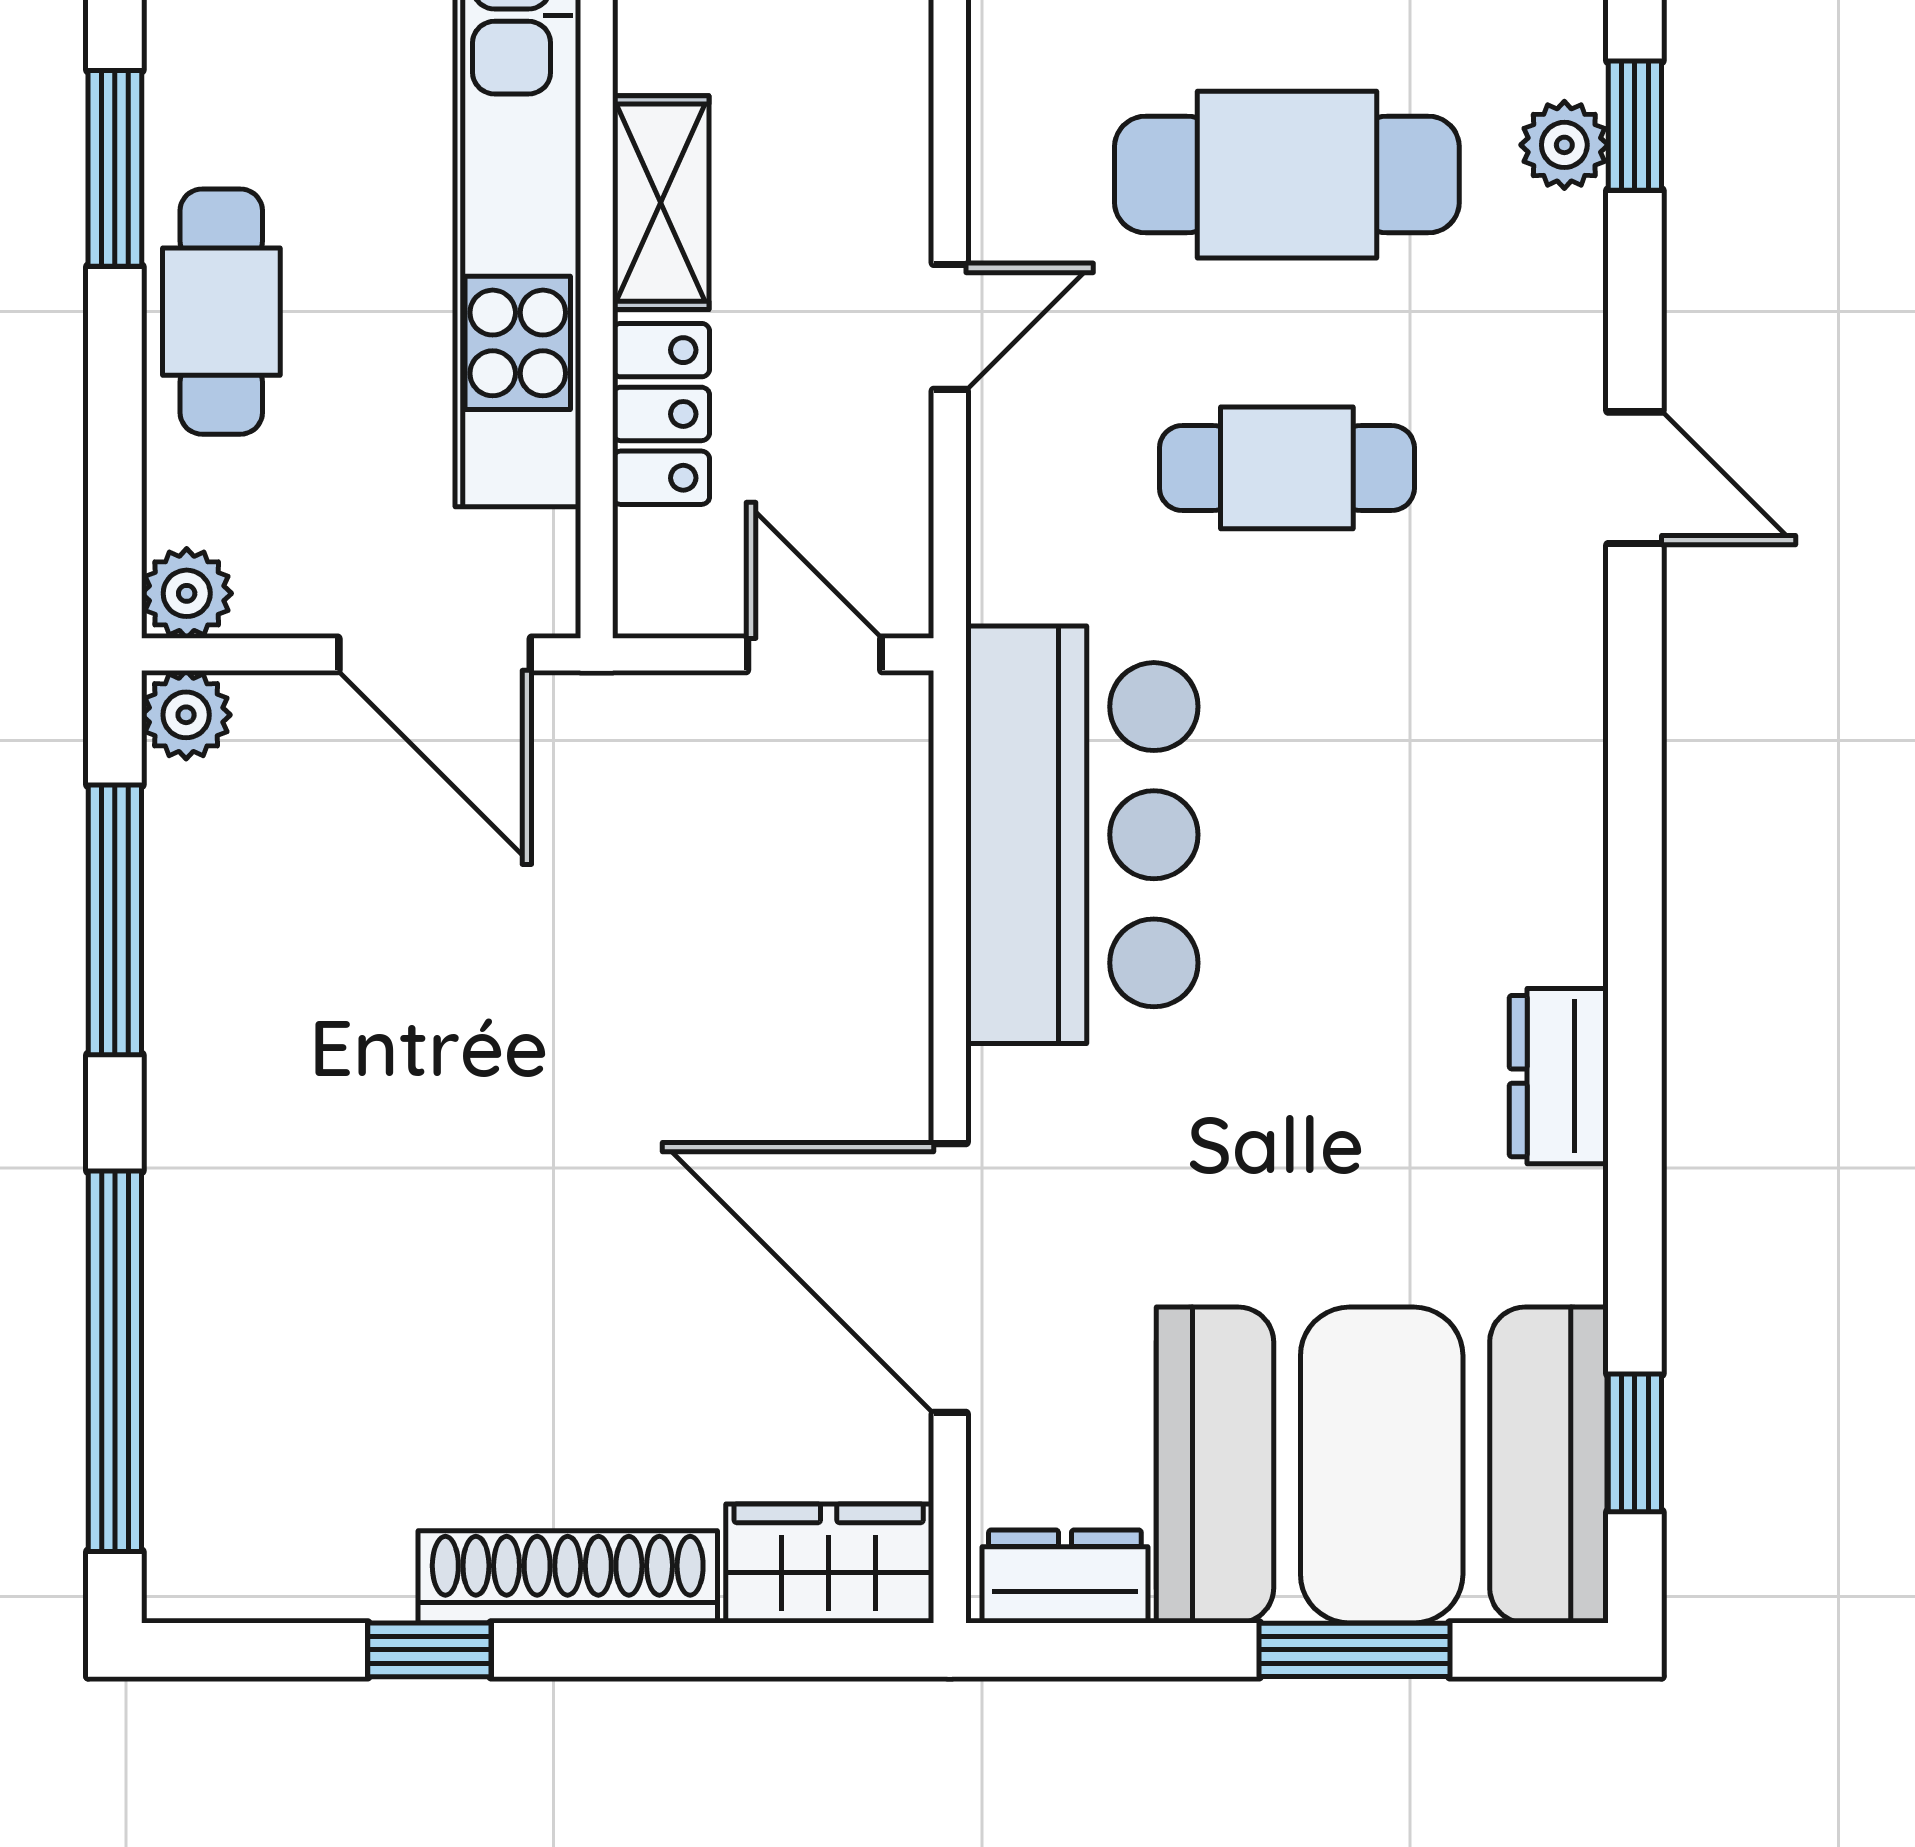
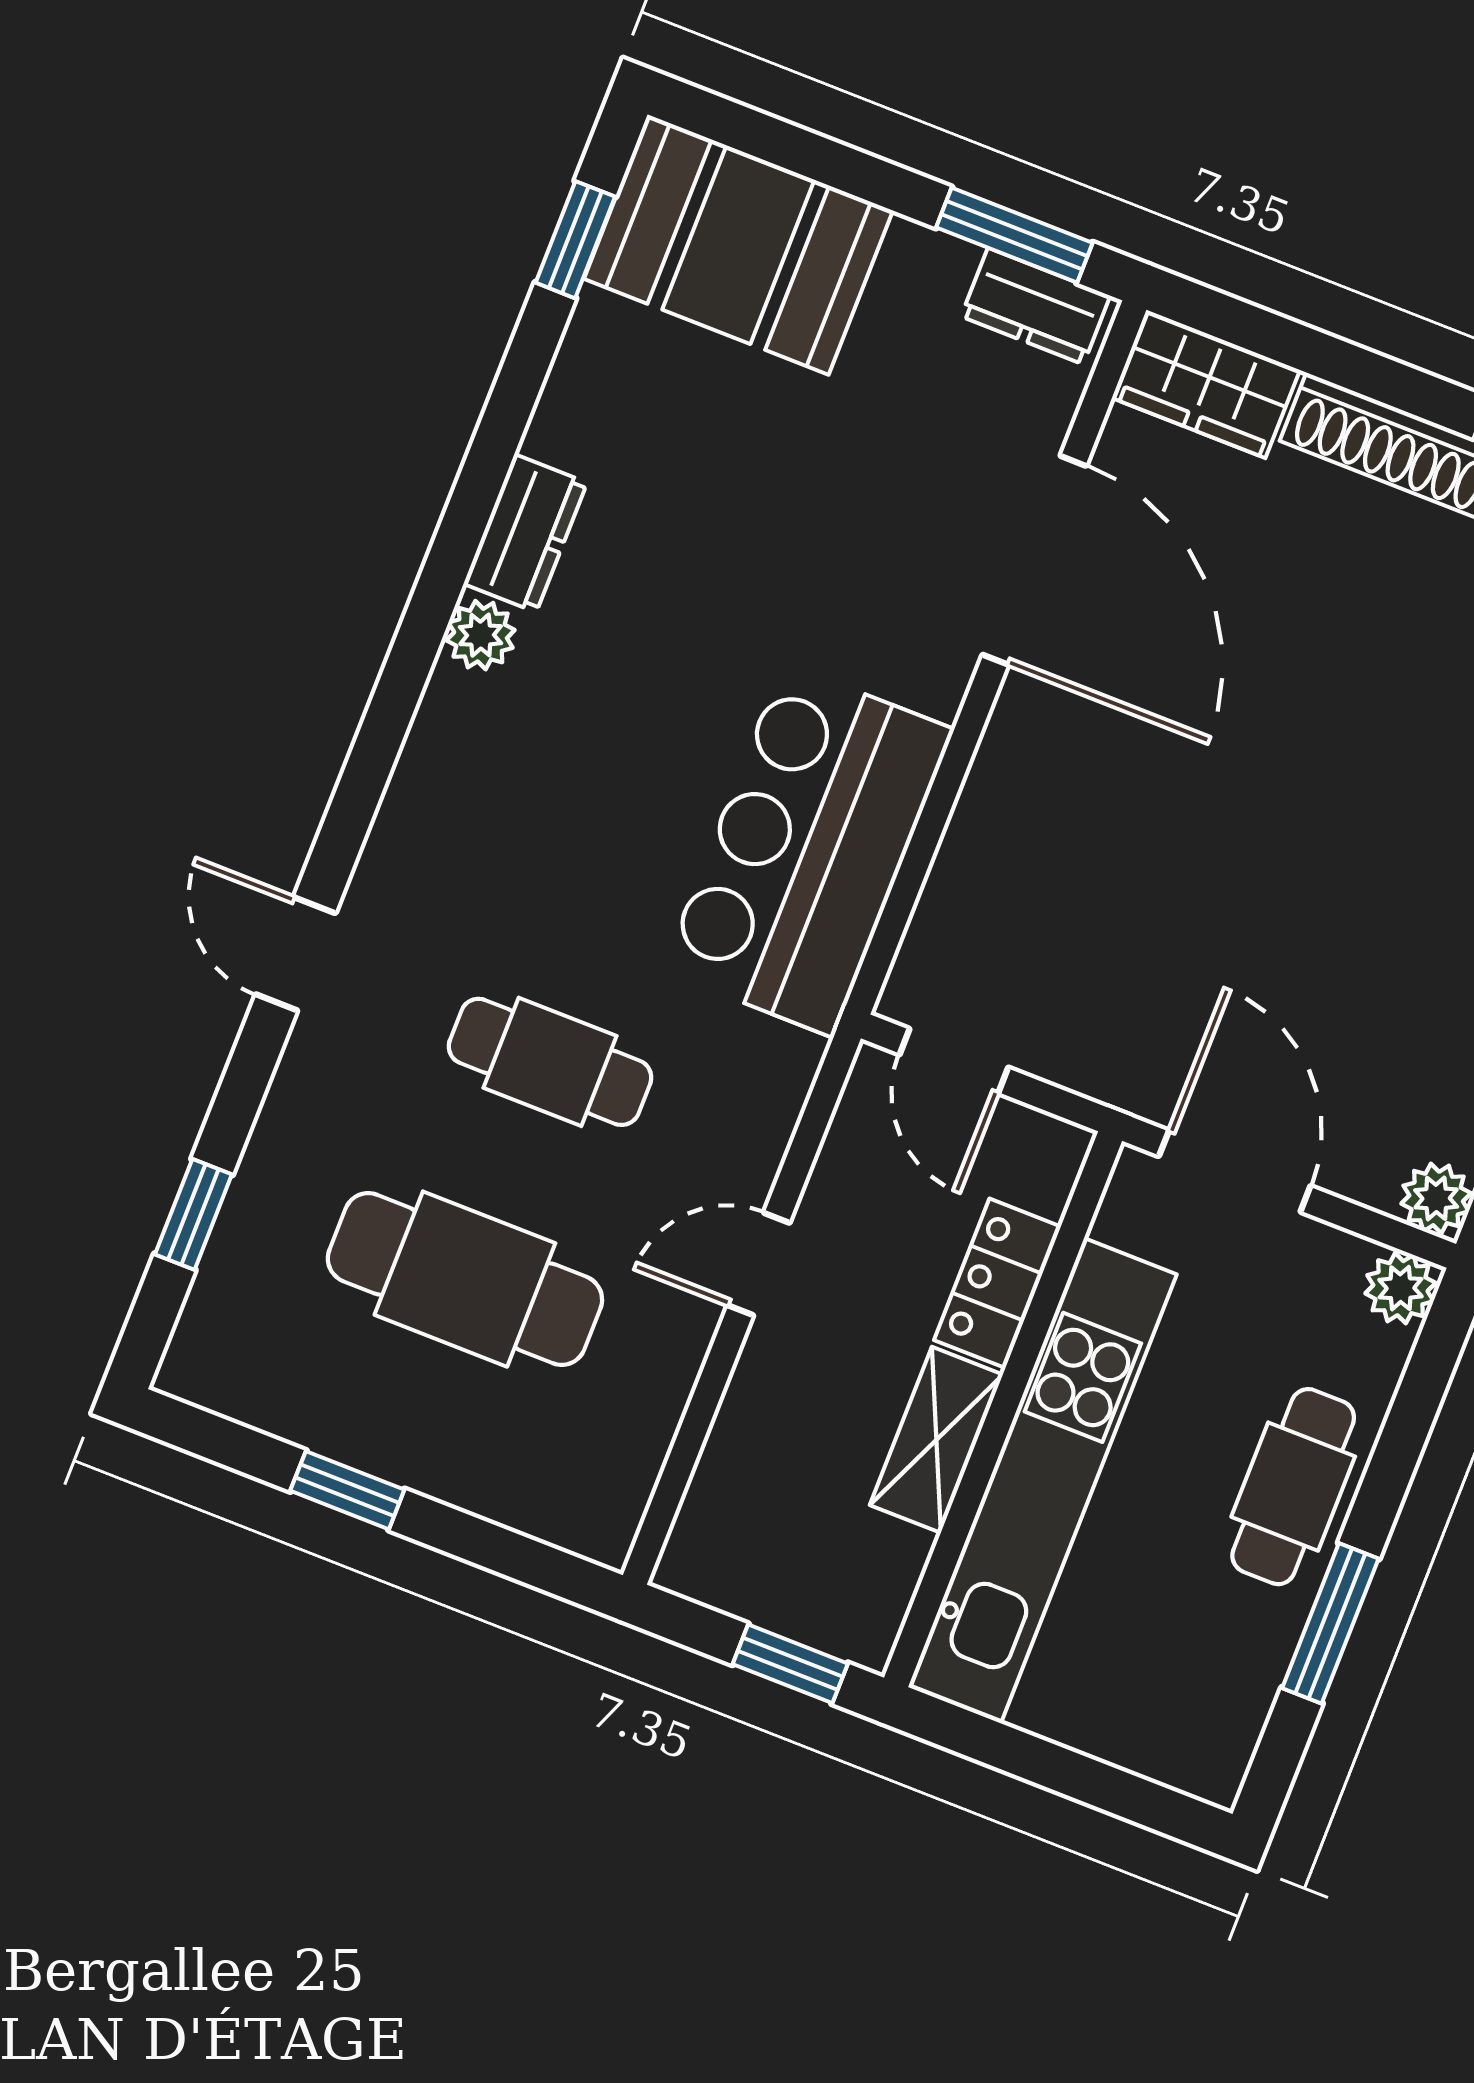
plant: (1564, 145) -> (481, 635), moved
booth: (1382, 1465) -> (738, 245), width x0.73, depth x0.70
window: (1355, 1650) -> (1014, 235), moved

